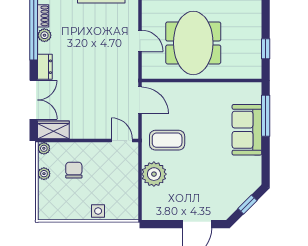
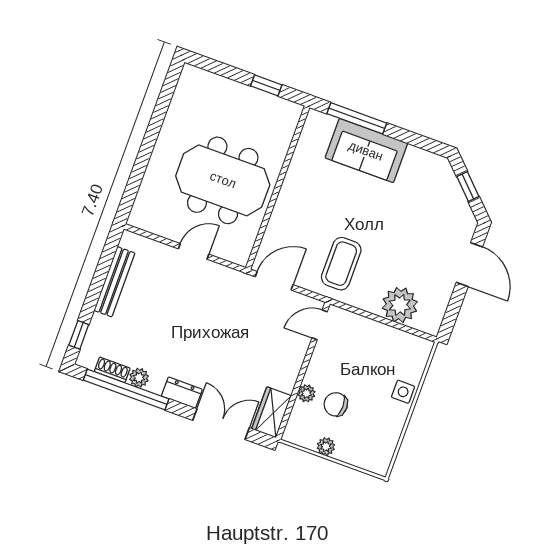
plant: (44, 148) -> (306, 393), moved
plant: (154, 174) -> (400, 305), moved

